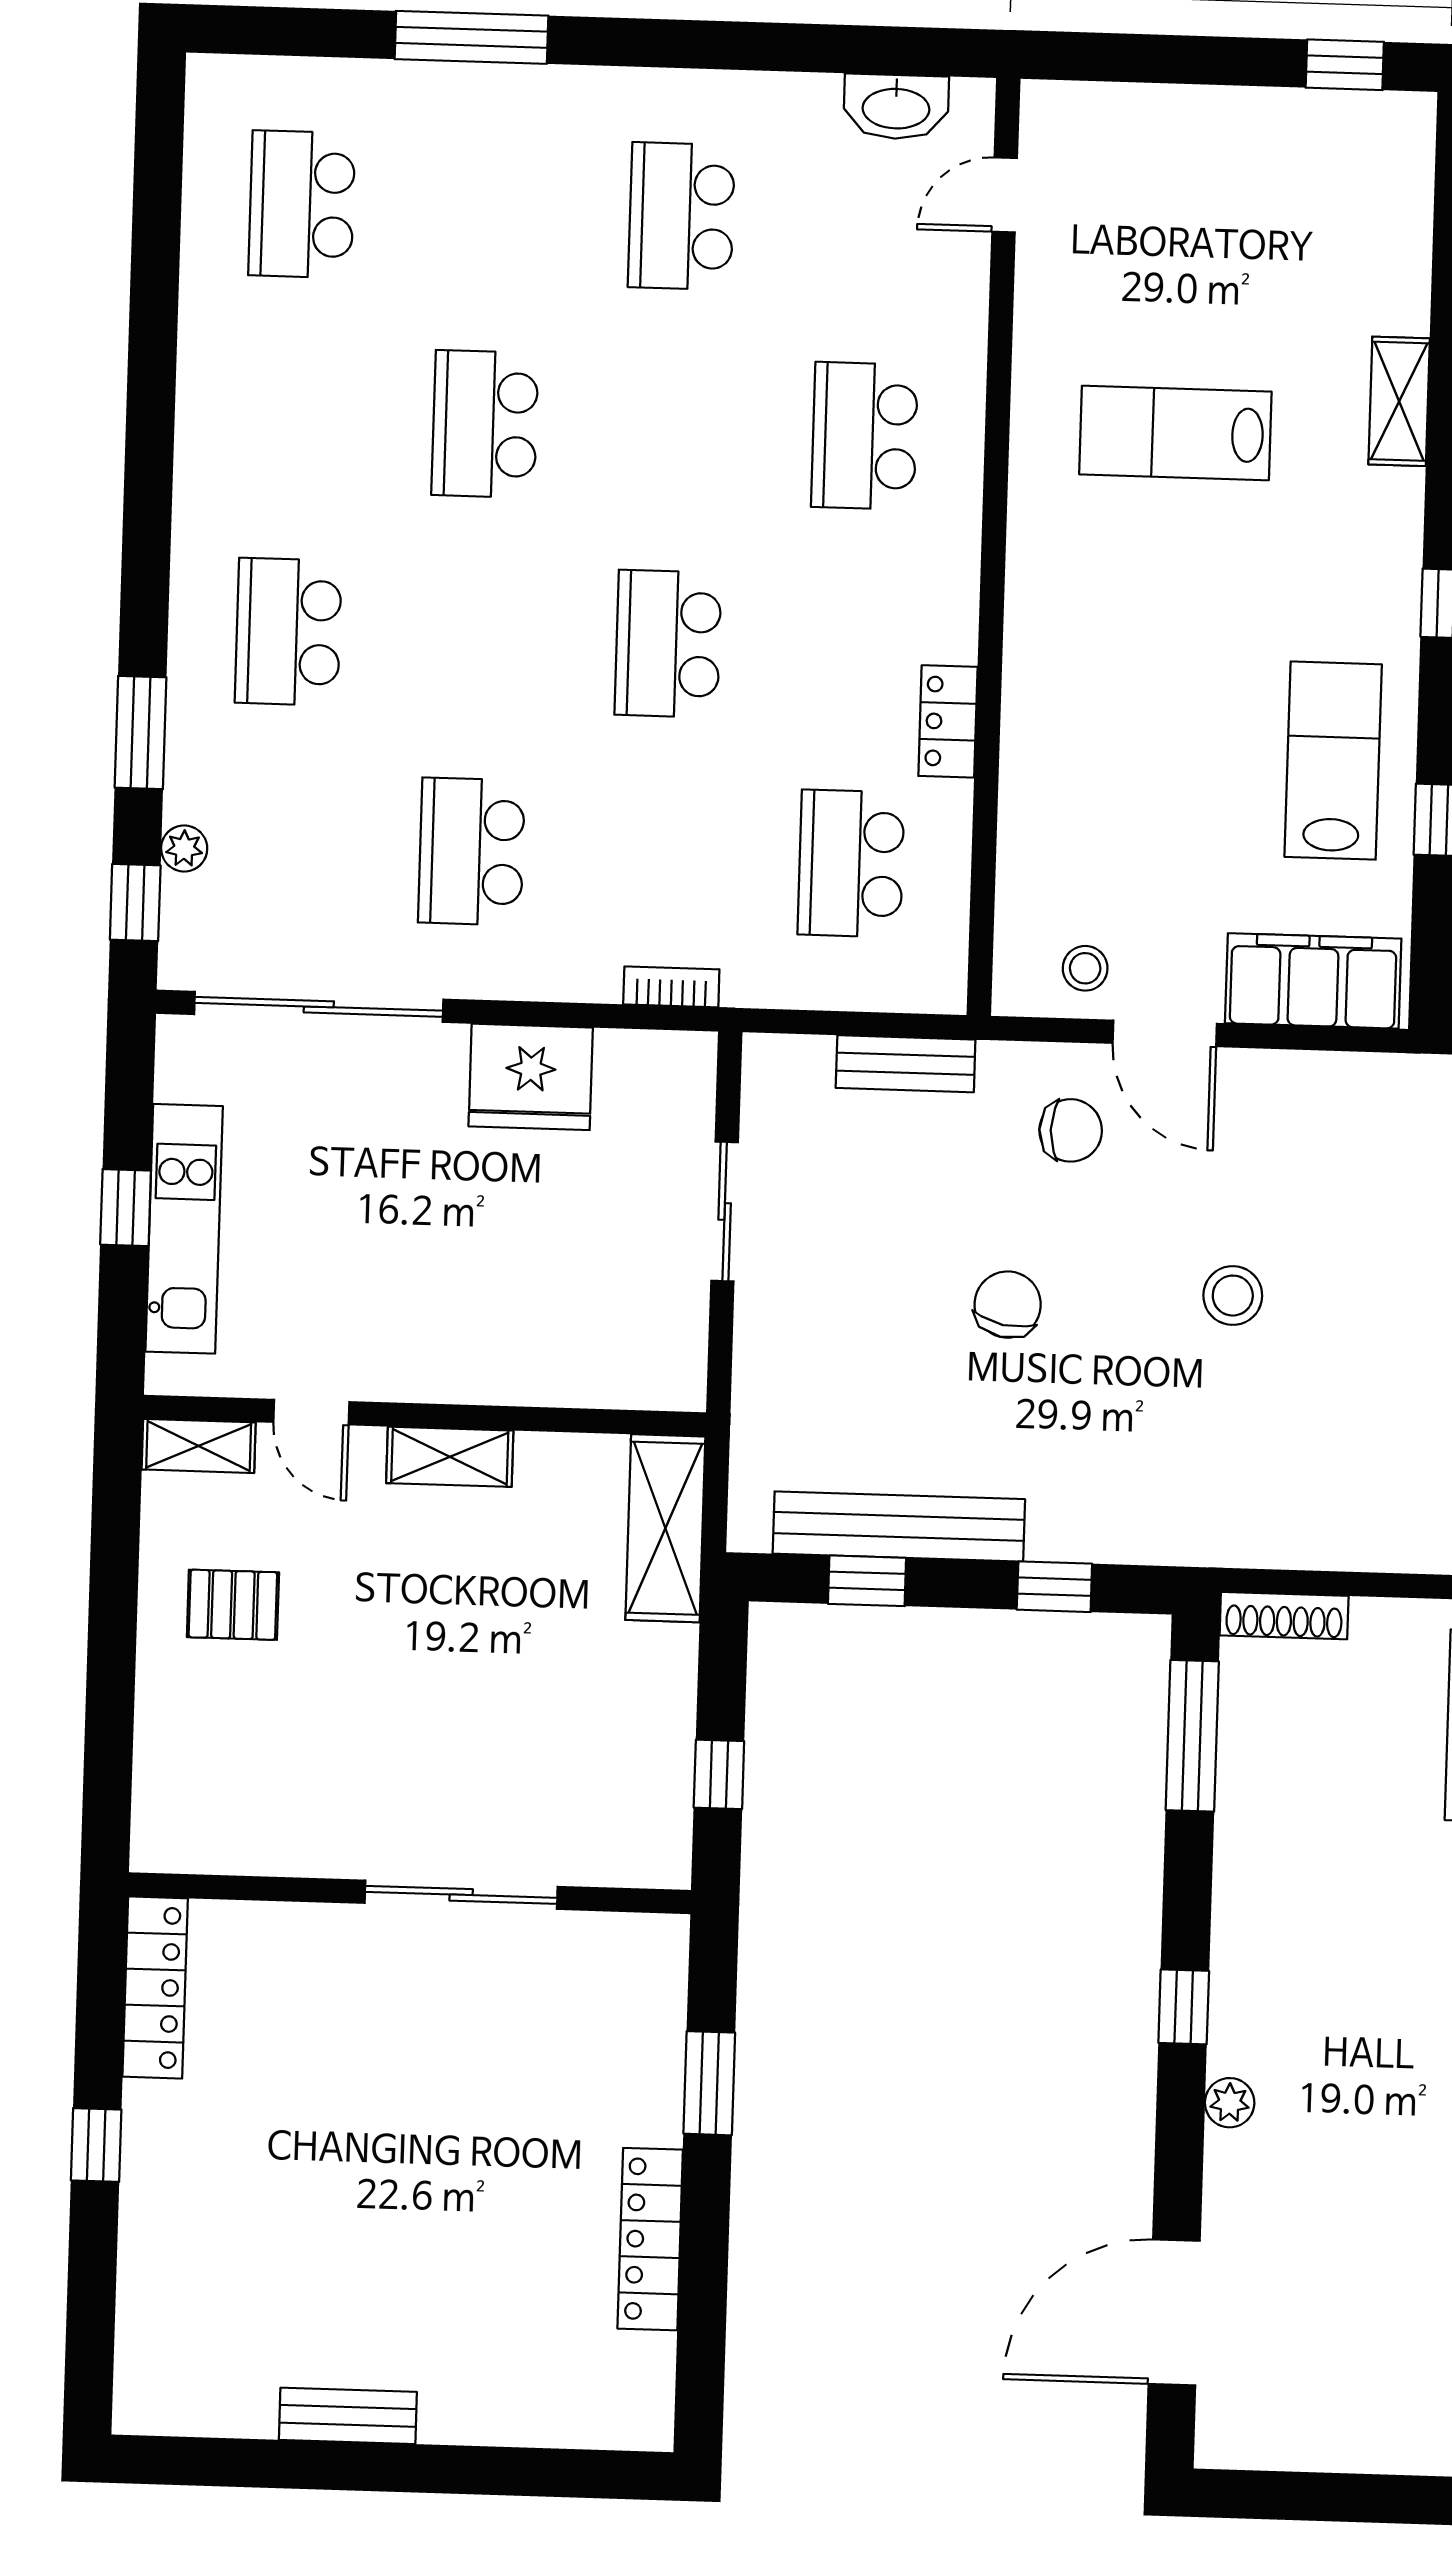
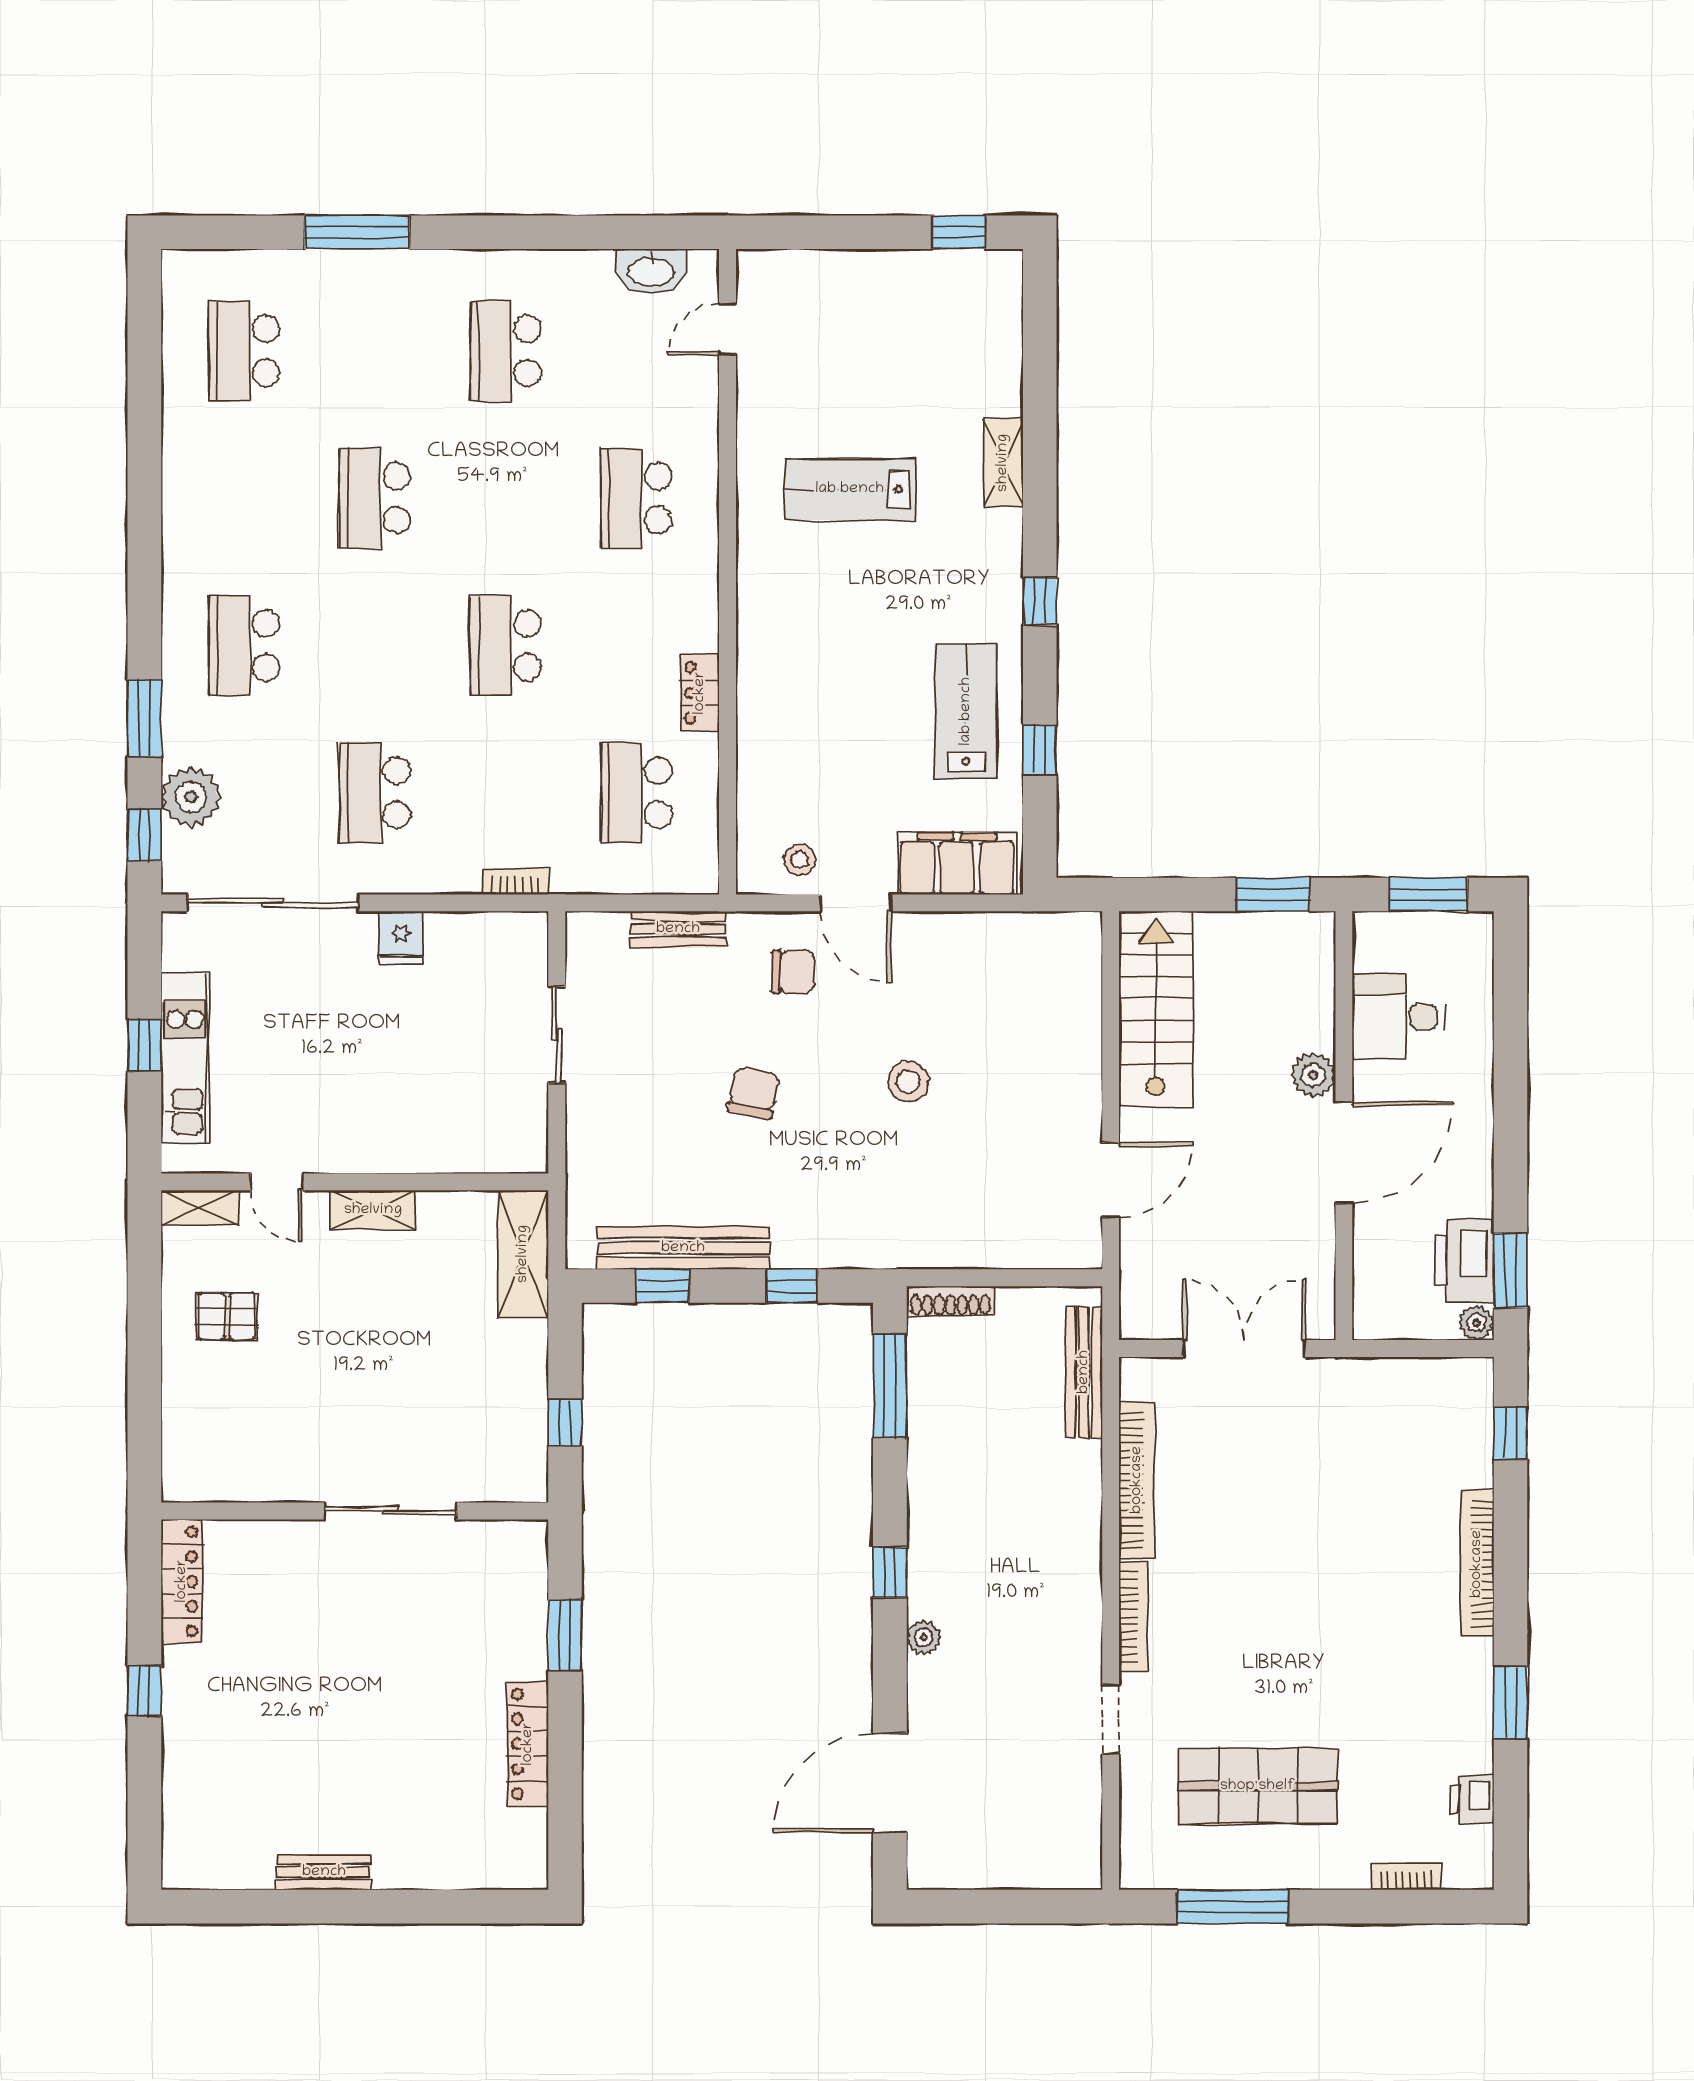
plant: (184, 849) -> (191, 797), width x1.88, depth x1.88
fridge: (531, 1077) -> (401, 938), width x0.53, depth x0.75

